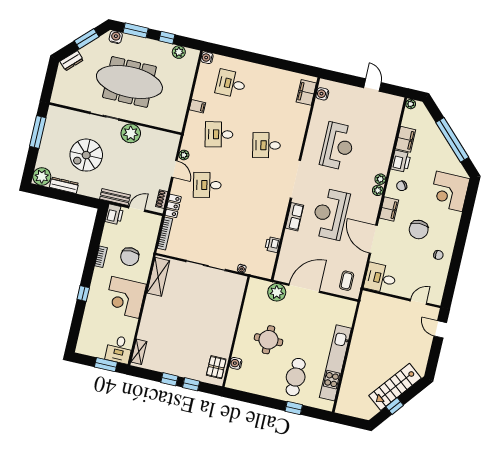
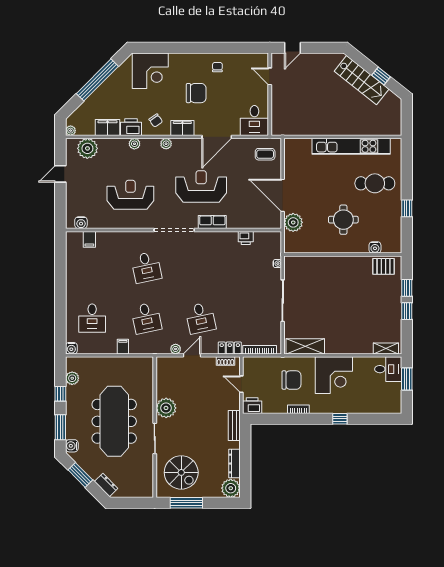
filing cabinet: (306, 92) -> (89, 239), width x0.50
plant: (390, 116) -> (87, 148), added
spiral stairs: (86, 155) -> (181, 472), moved
plant: (380, 179) -> (134, 144), moved
bench: (115, 197) -> (234, 426), moved
reception desk: (330, 214) -> (201, 186), turned 180
window: (294, 408) -> (407, 208), moved

